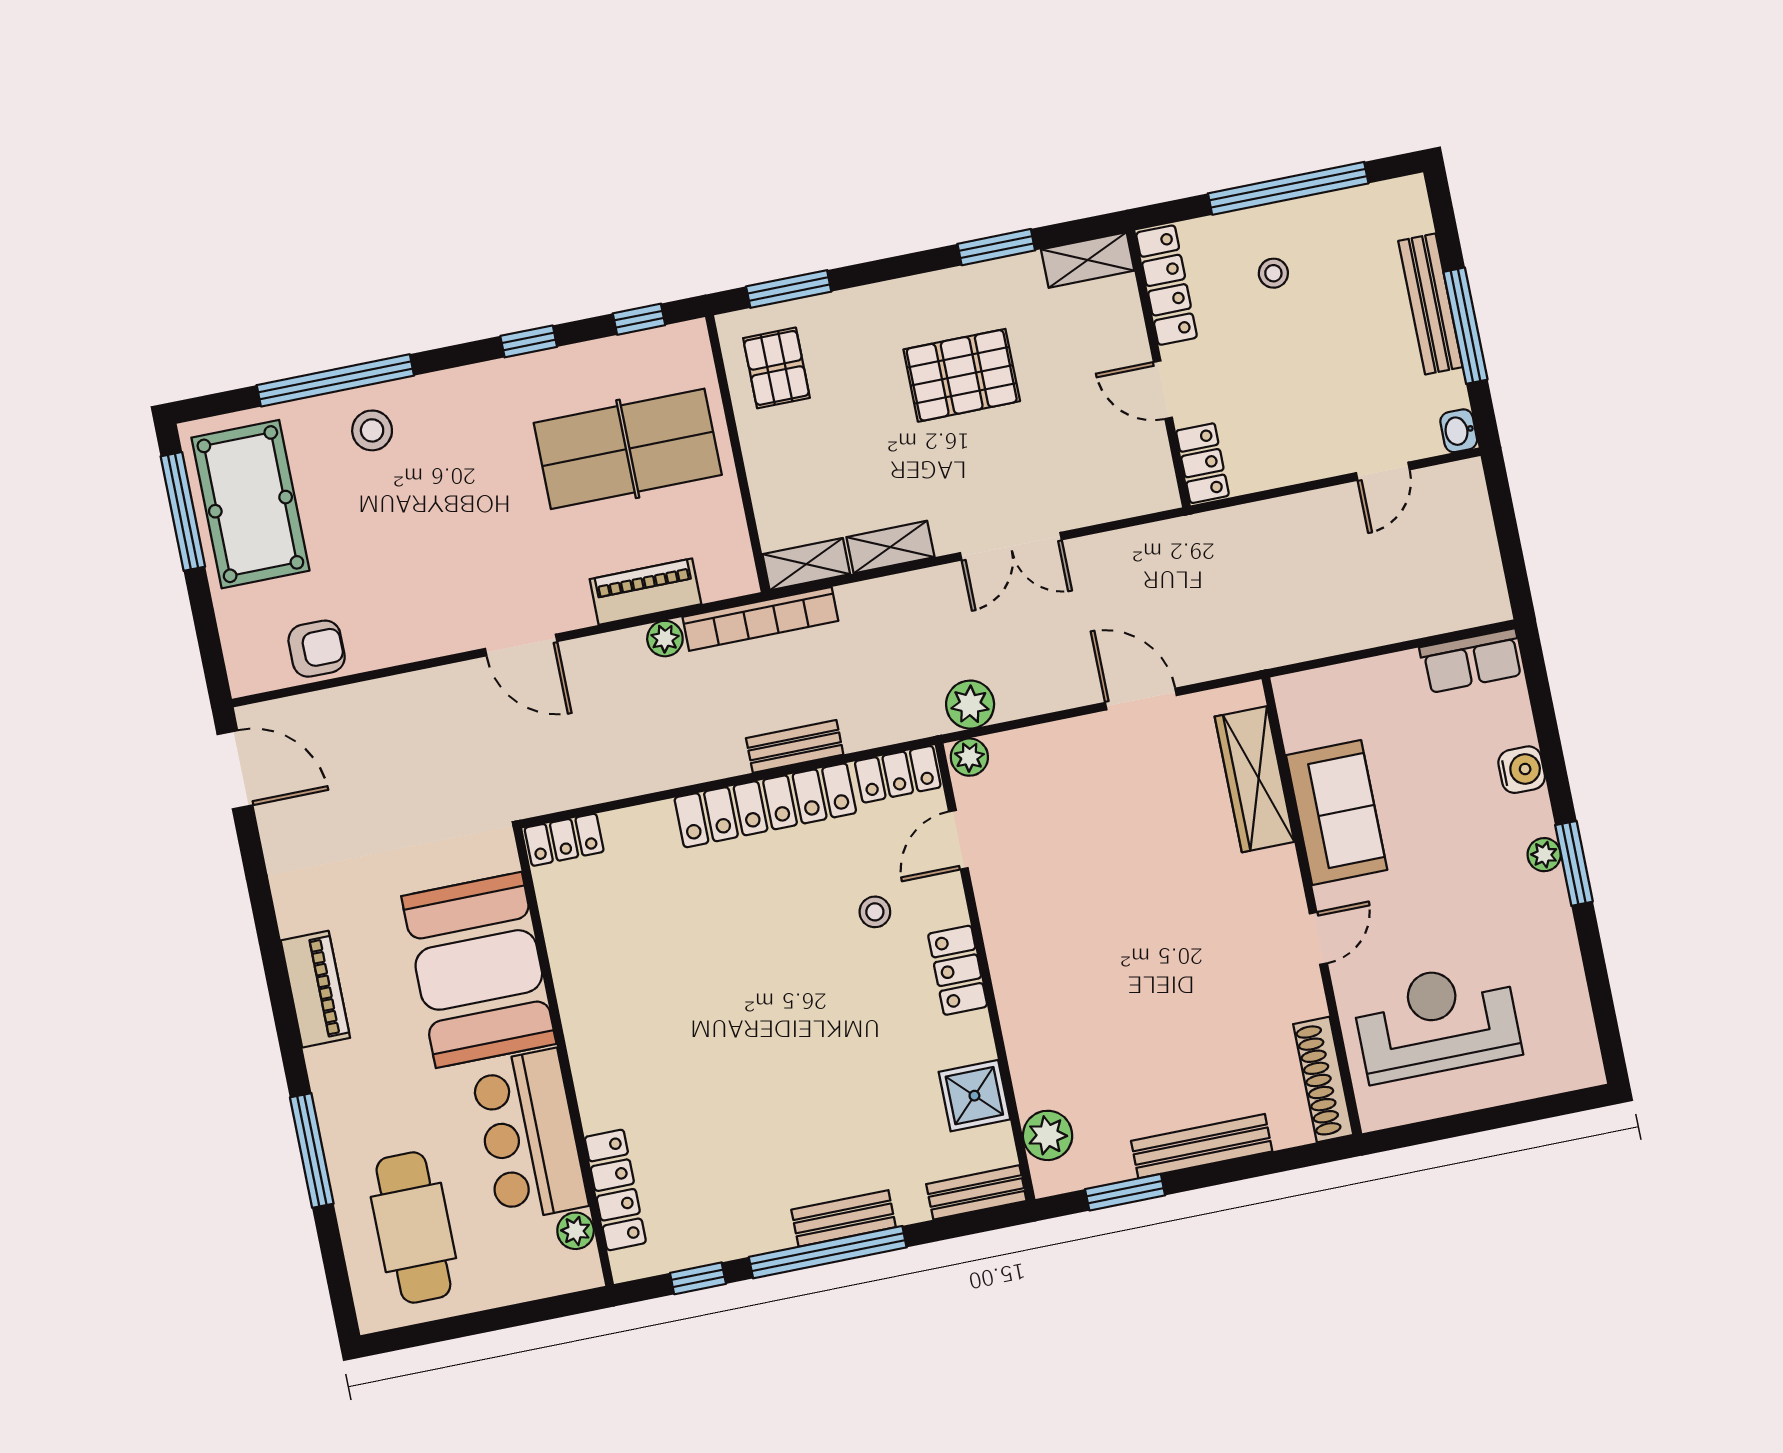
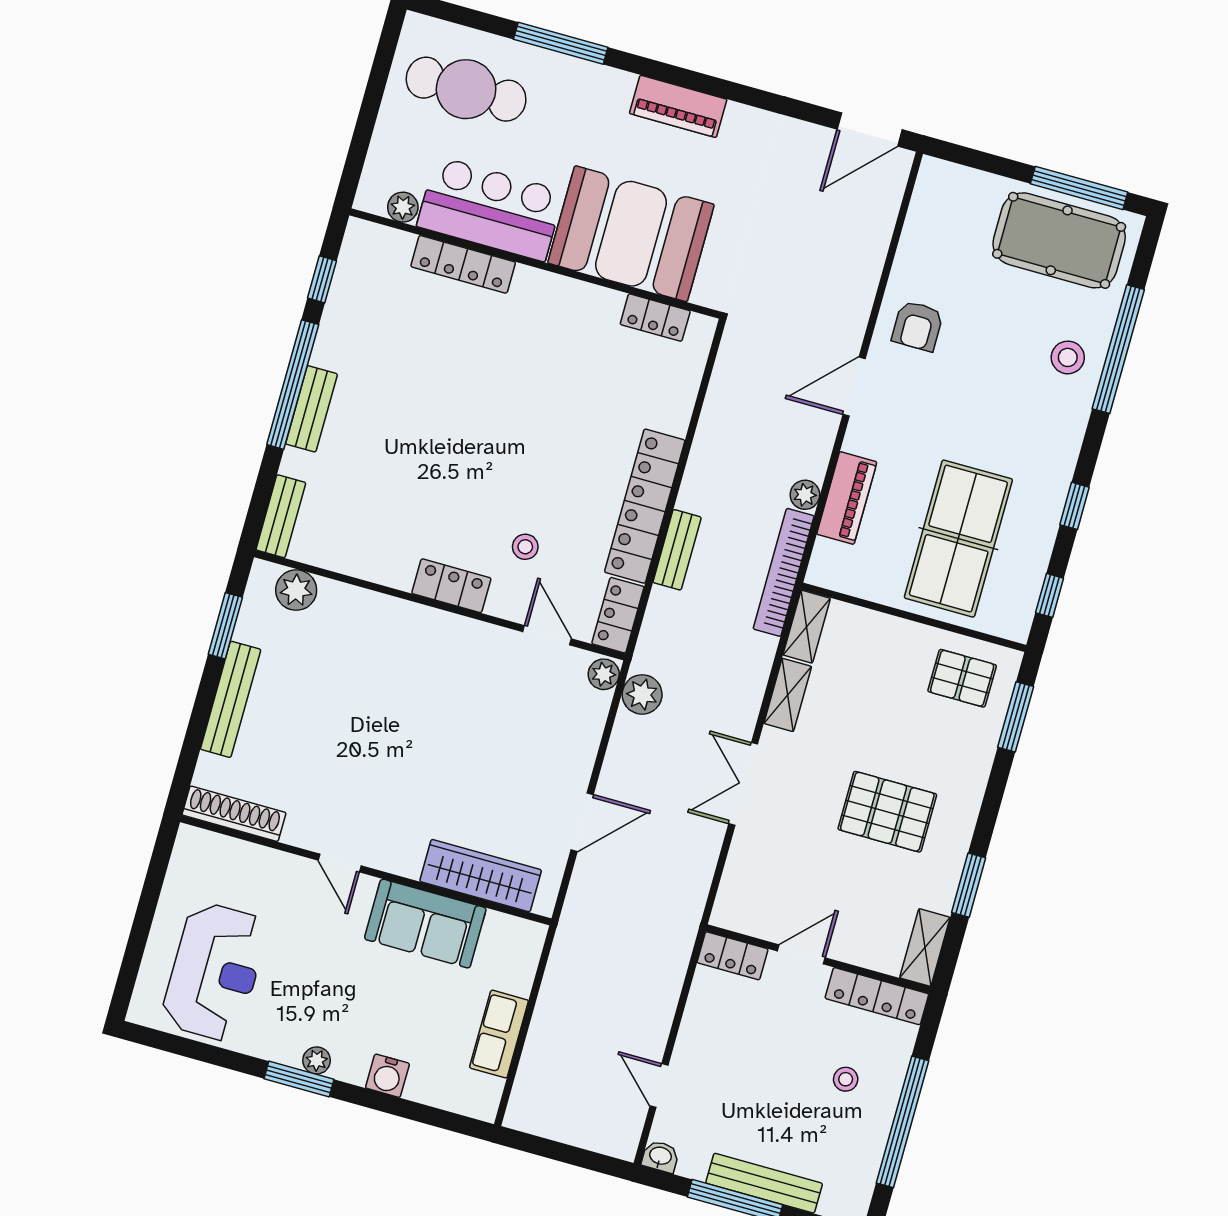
pallet: (962, 375) -> (887, 812), turned 90
armchair: (317, 649) -> (918, 326), moved
row of seats: (1472, 661) -> (499, 1034), moved
locker: (564, 840) -> (655, 318), moved, turned -90
reception desk: (1437, 1022) -> (215, 972), moved
shower: (974, 1096) -> (353, 551), removed
locker: (615, 1190) -> (463, 264), moved

